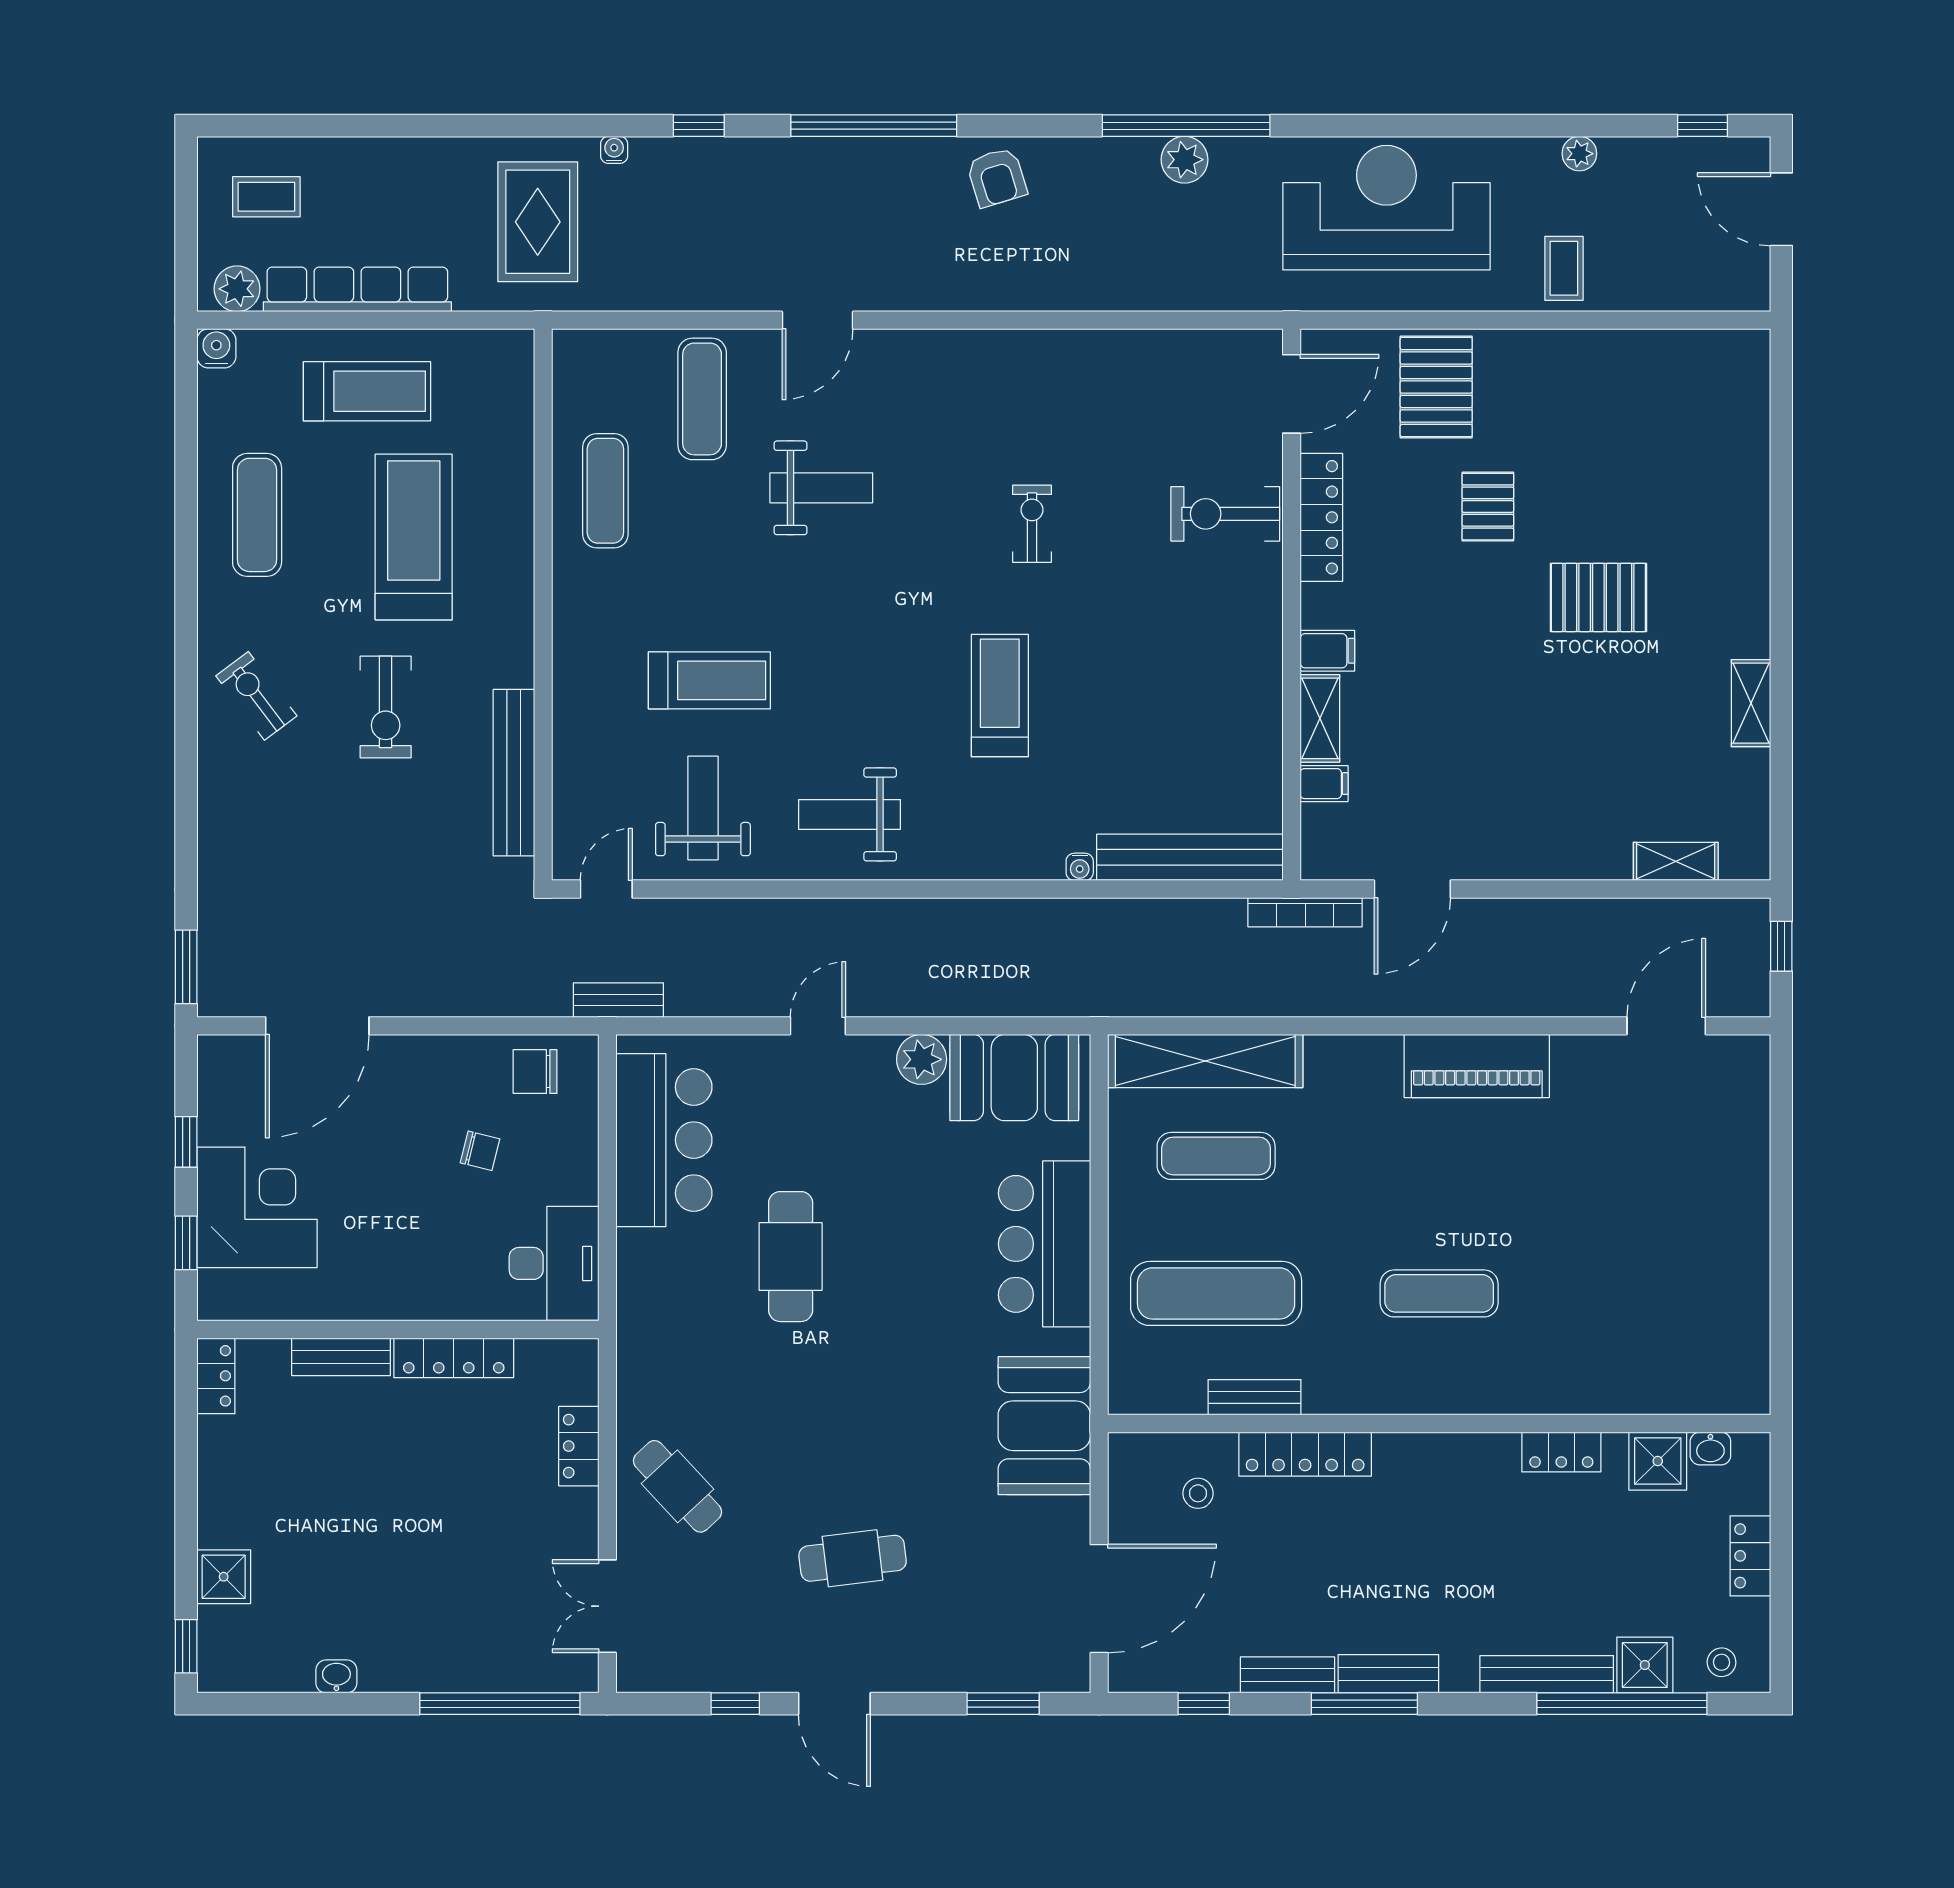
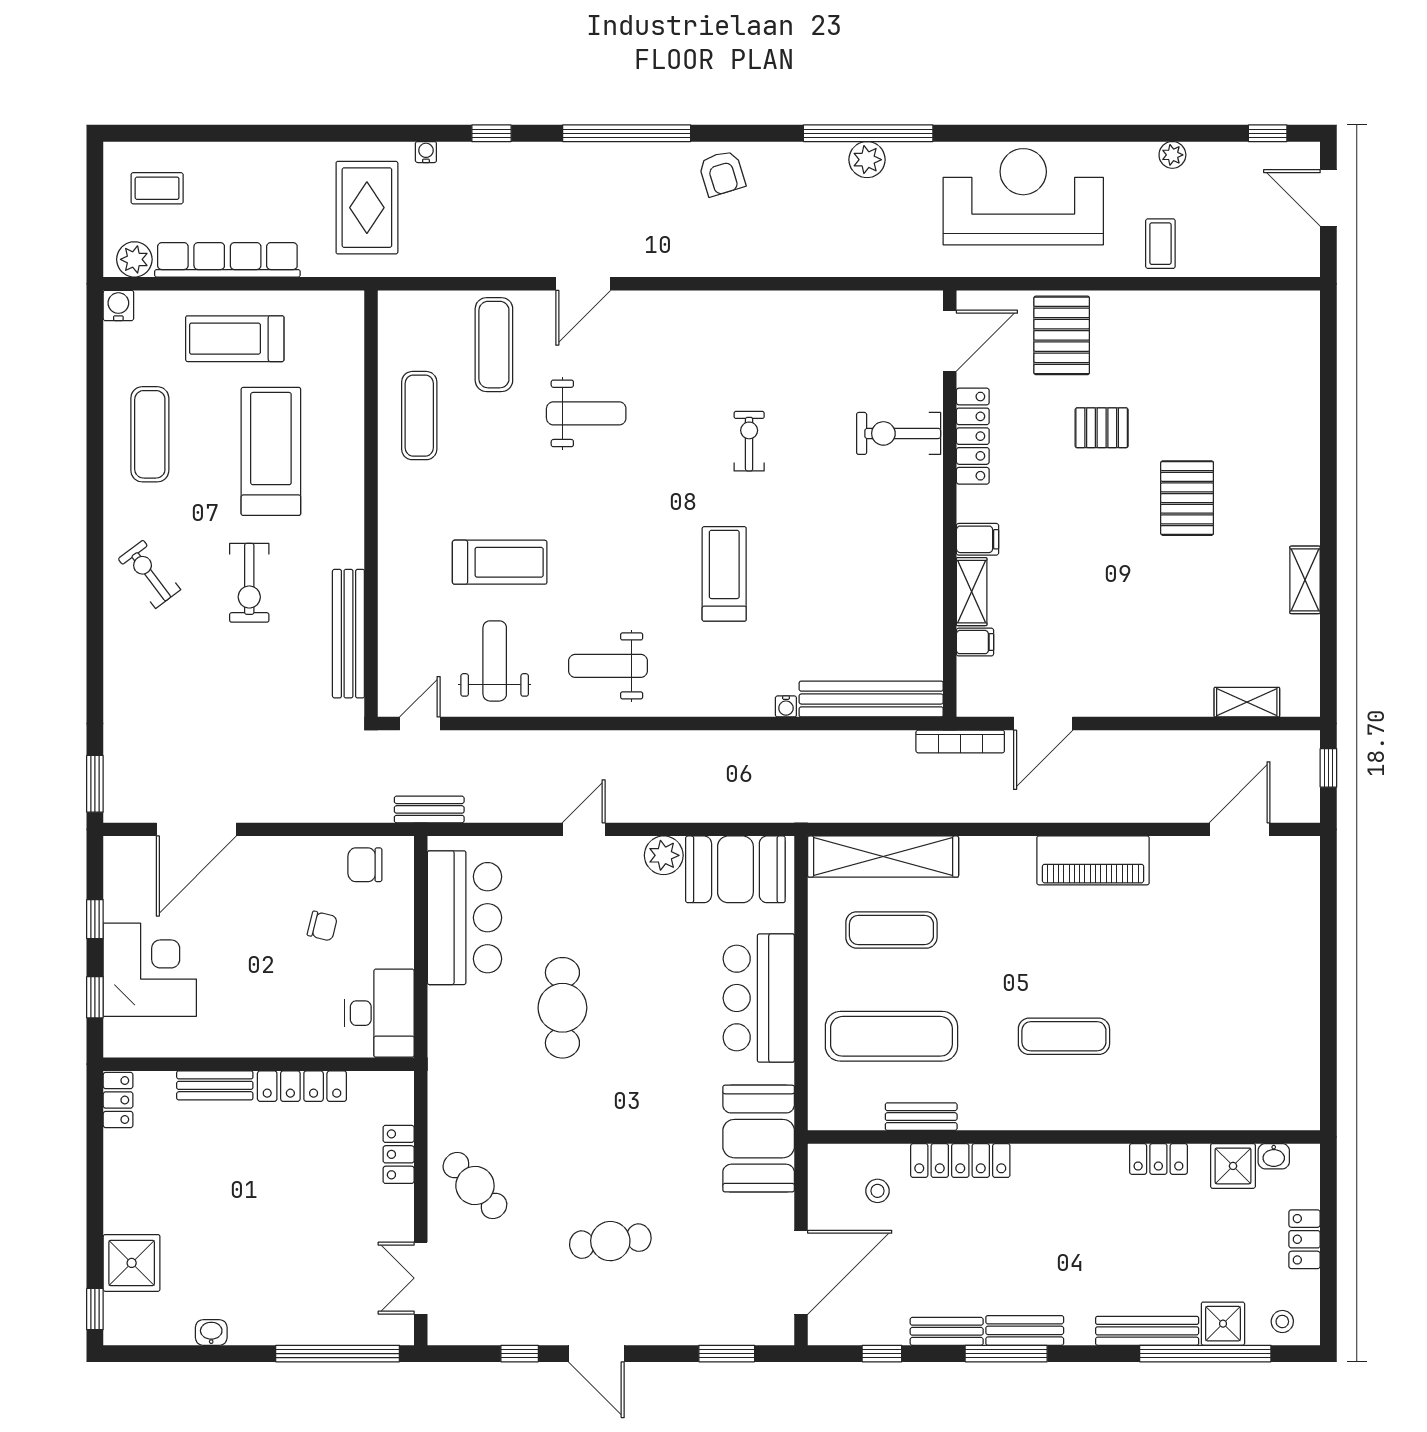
treadmill: (367, 391) -> (235, 339), turned 180
pallet: (1488, 507) -> (1102, 428), turned 90
pallet: (1598, 597) -> (1187, 498), turned 90
shower: (224, 1577) -> (132, 1263), width x1.36, depth x1.36

